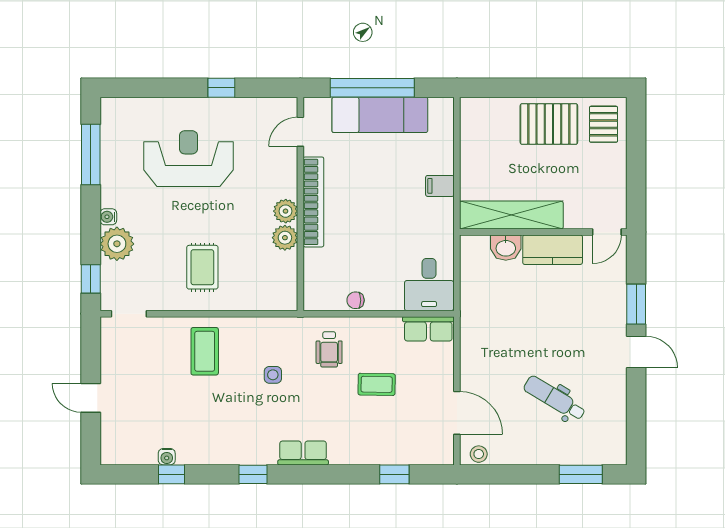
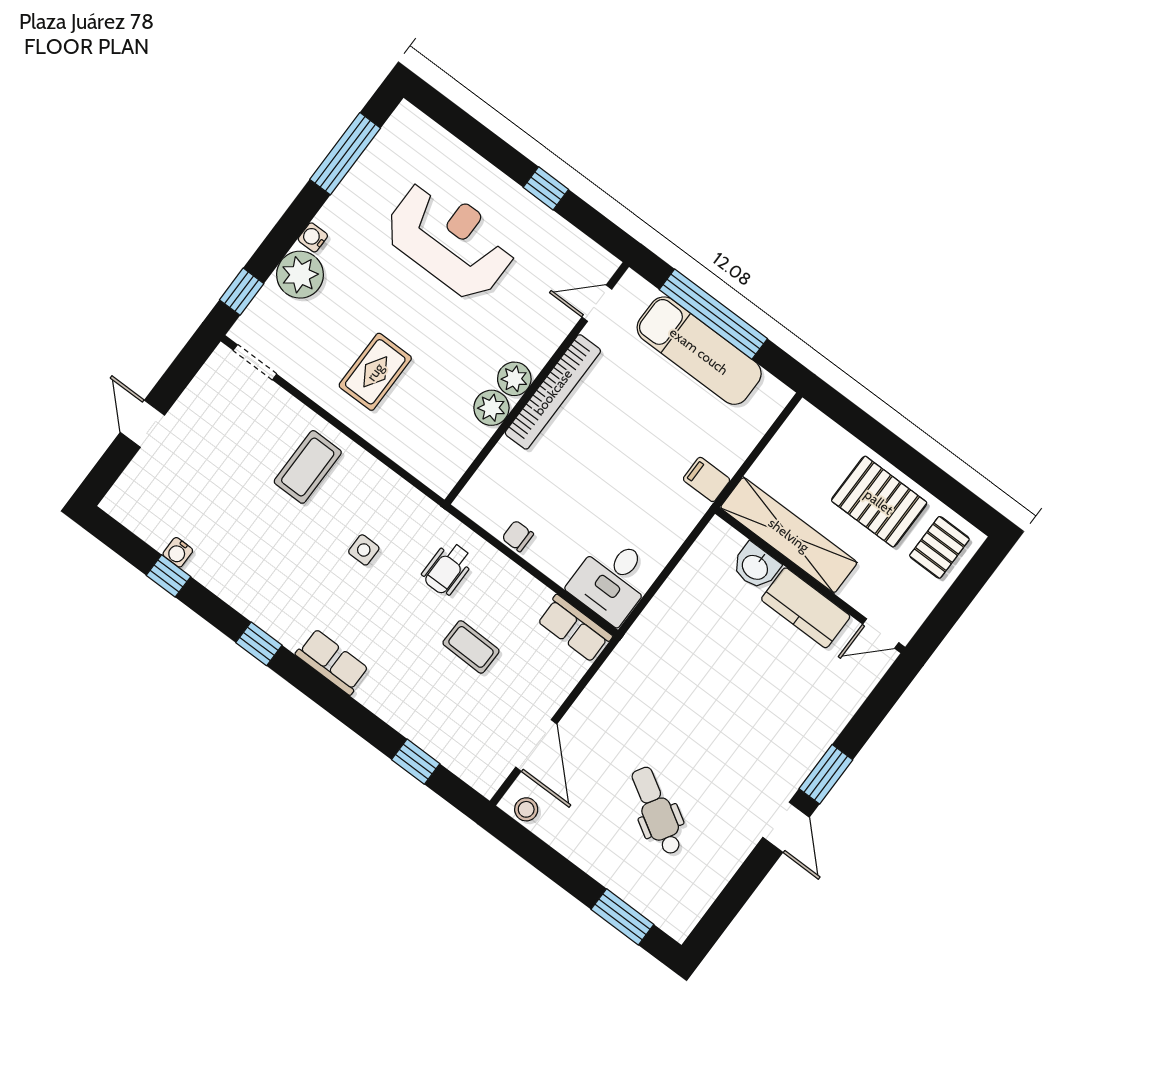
shelving: (511, 215) -> (789, 535), moved
wall: (543, 232) -> (810, 580), moved
door: (607, 232) -> (881, 633), moved
washbasin: (506, 248) -> (756, 567), moved
kitchen counter: (553, 250) -> (806, 608), moved

